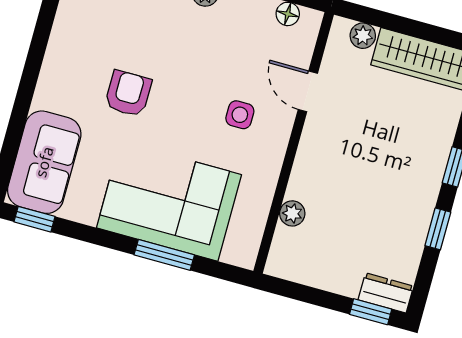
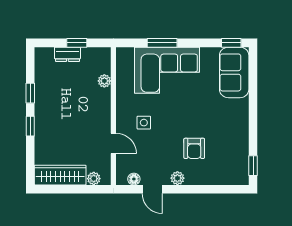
armchair: (128, 93) -> (194, 148), moved
dresser: (386, 293) -> (67, 54), moved
window: (371, 312) -> (77, 43), moved

